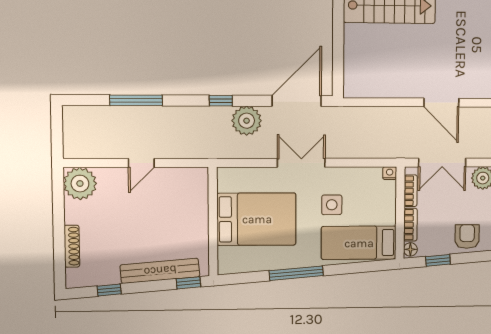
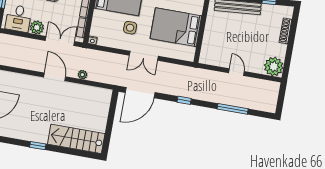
plant: (247, 121) -> (82, 75), moved, width x0.53, depth x0.53
door: (141, 163) -> (237, 72), hinge flipped

